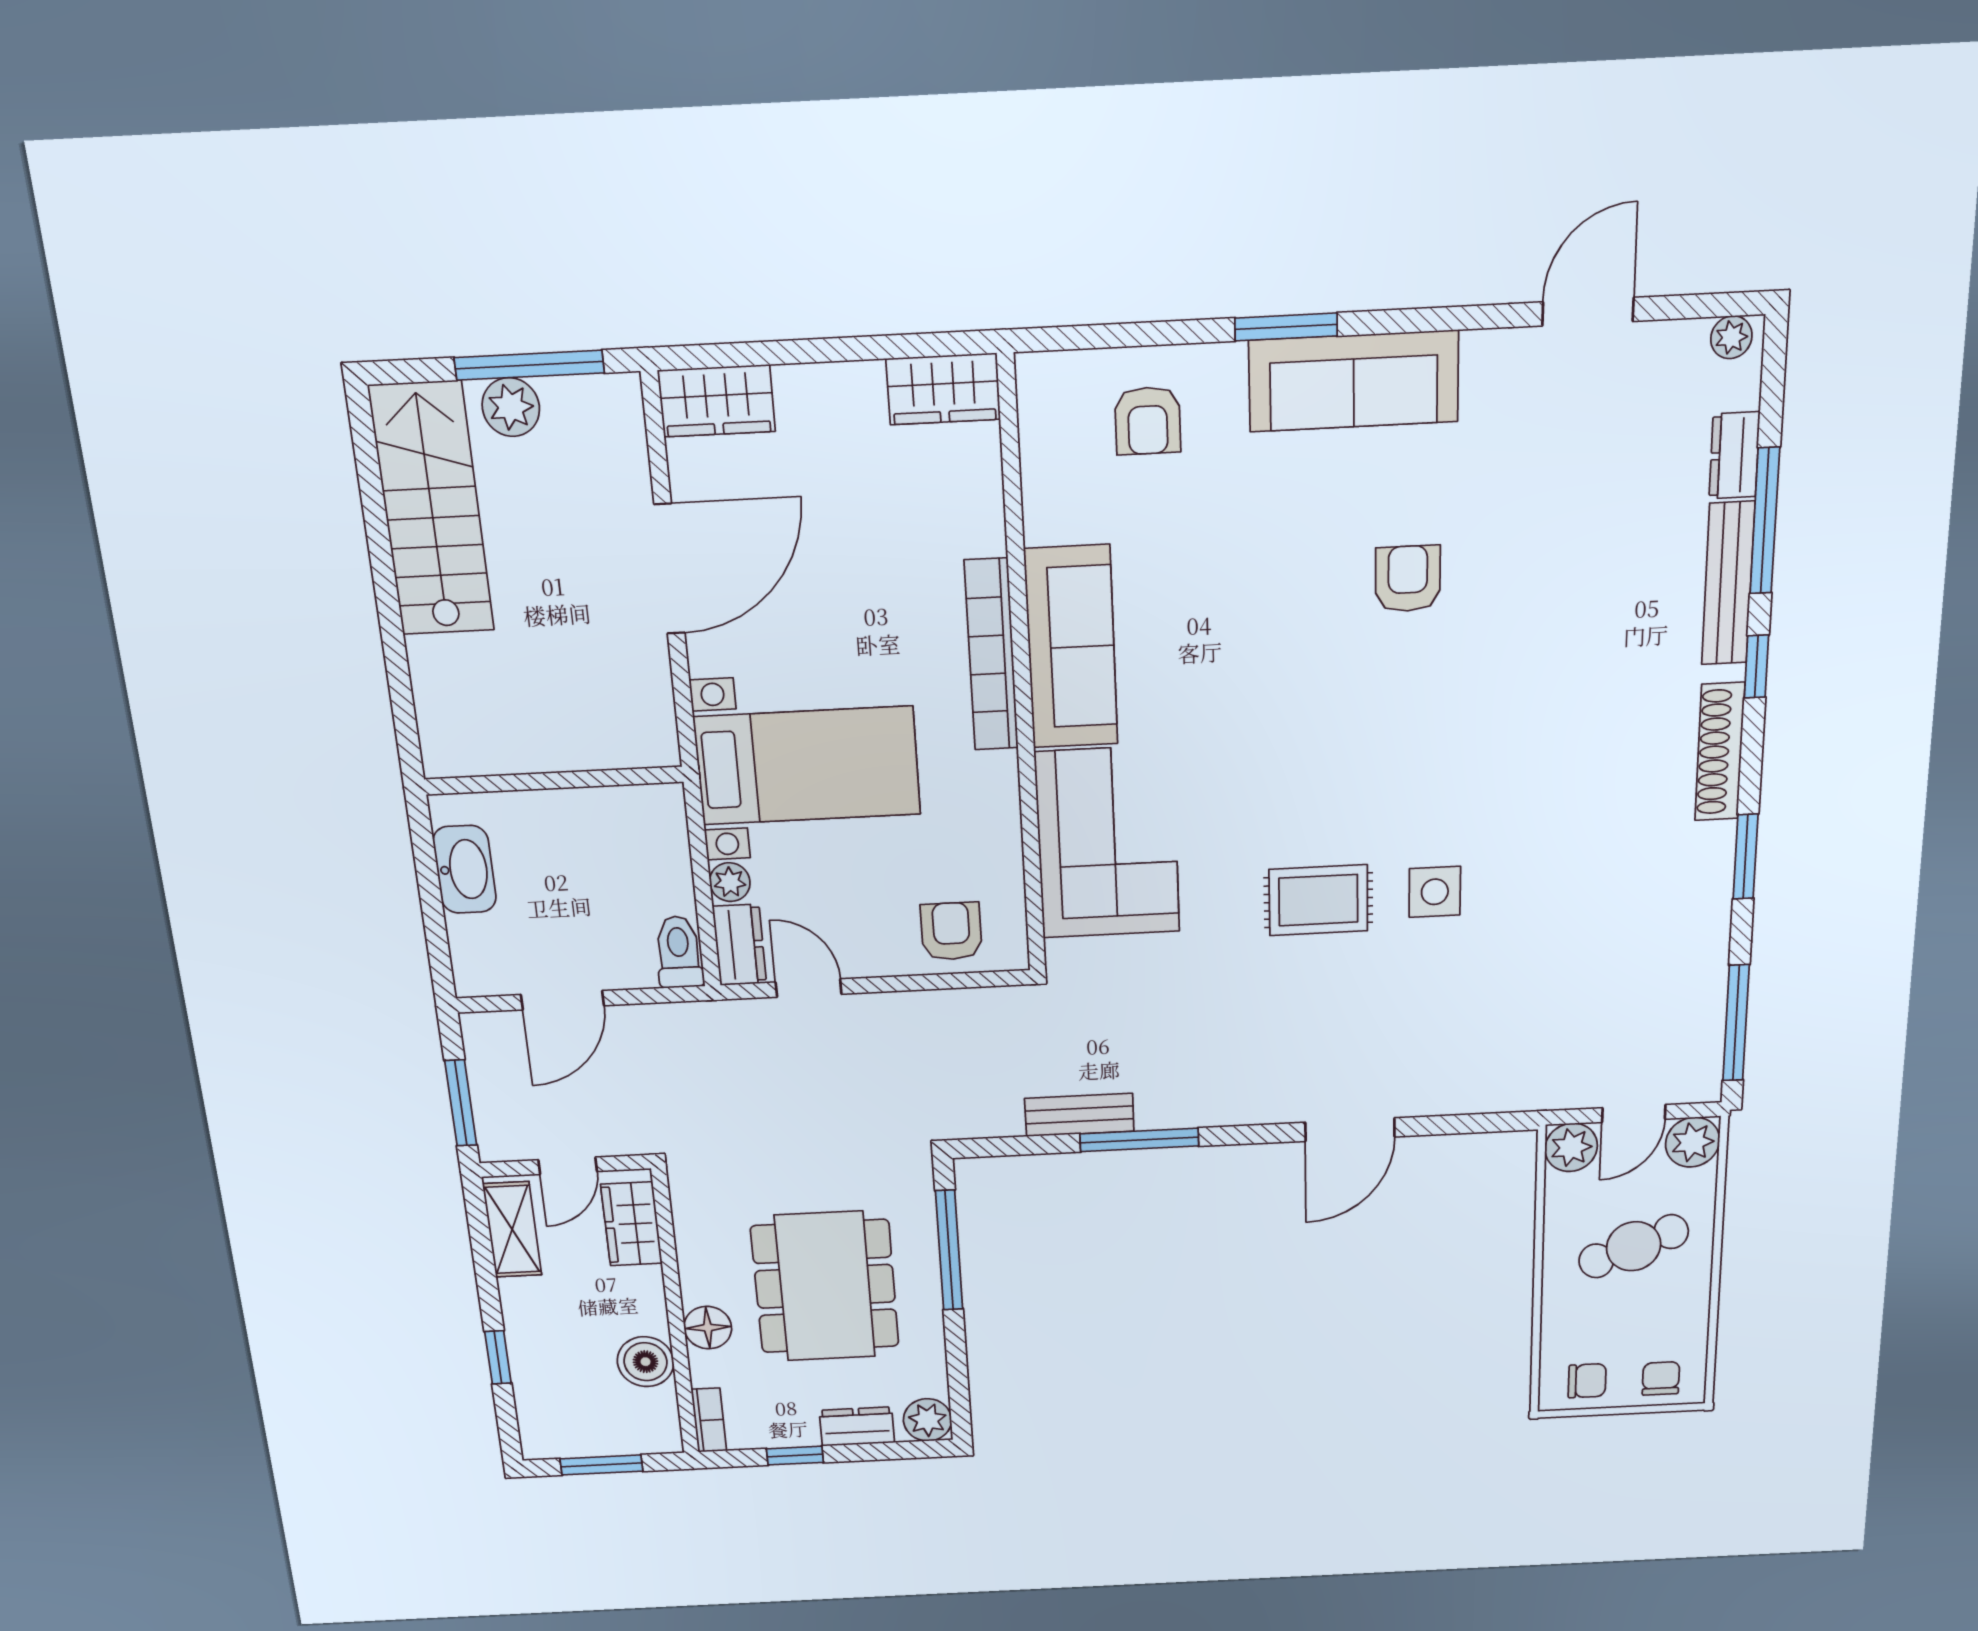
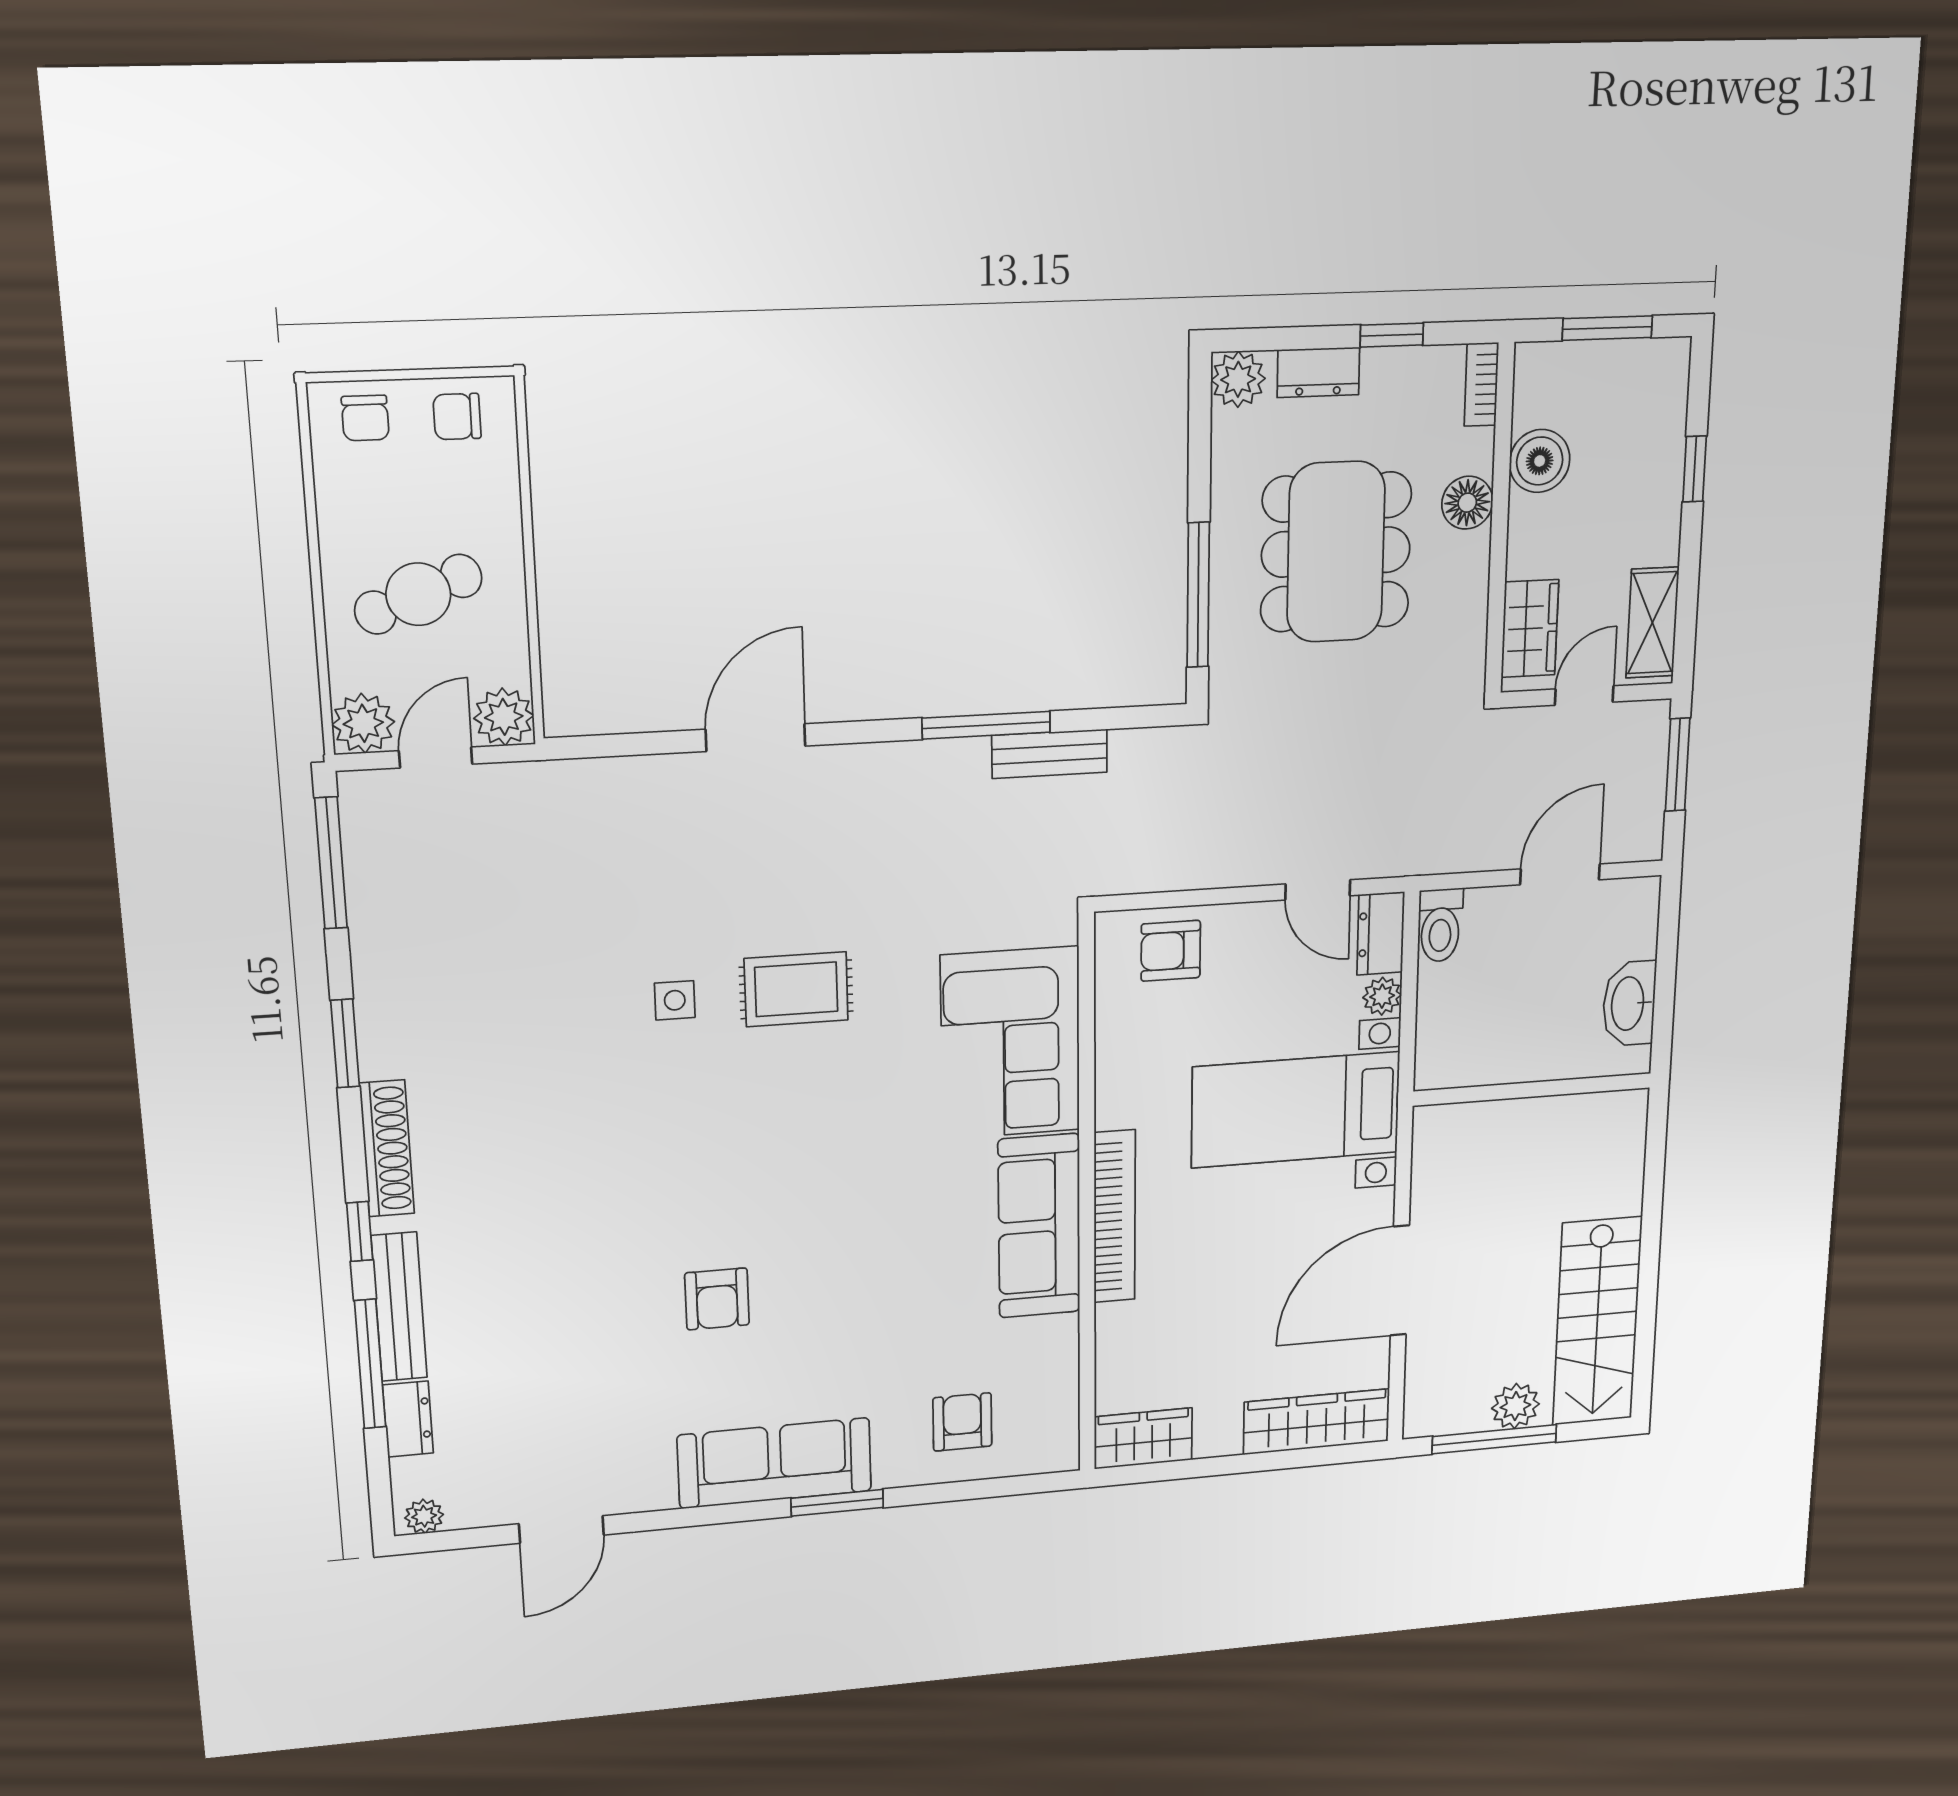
wardrobe: (716, 401) -> (1317, 1422), width x1.50
side table: (1435, 892) -> (675, 1000), width x0.73, depth x0.73
armchair: (951, 931) -> (1171, 951), turned 90

